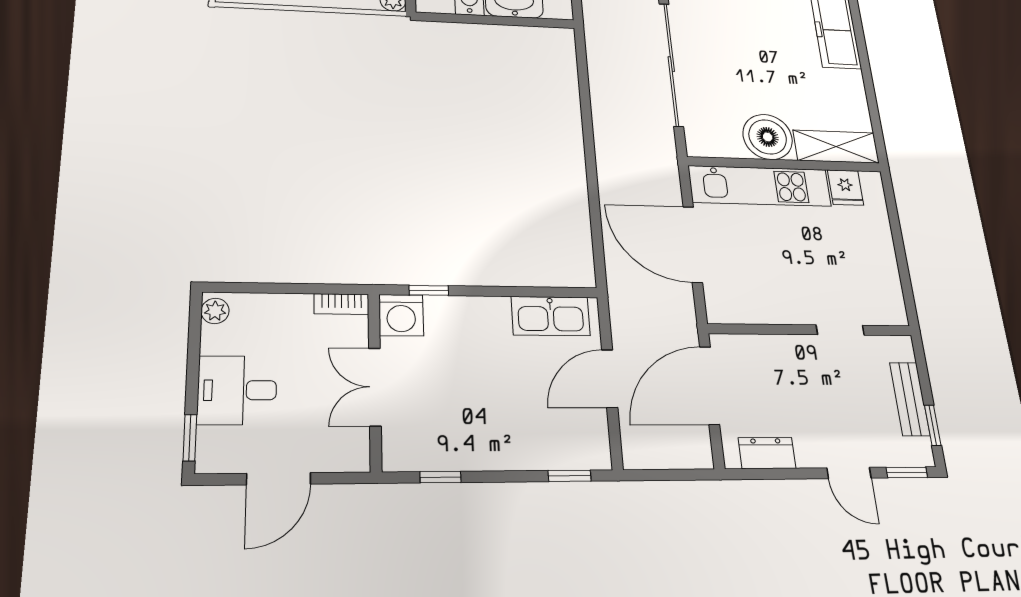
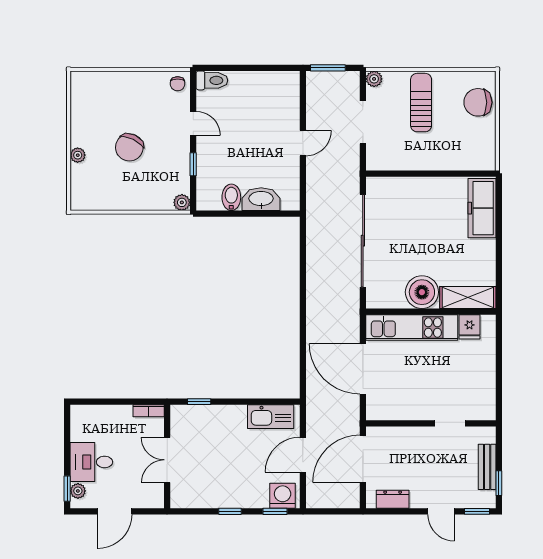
plant: (215, 311) -> (78, 491), moved
washing machine: (401, 315) -> (283, 496), moved, turned 180
window: (440, 477) -> (230, 511), moved

